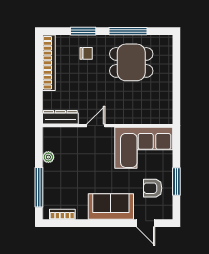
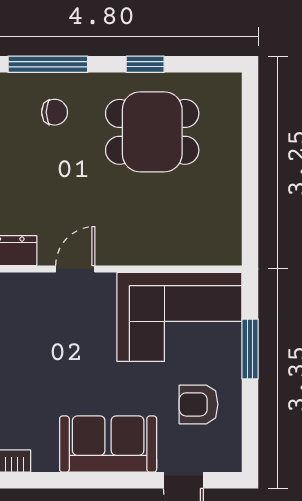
window: (83, 31) -> (48, 64), width x1.44
window: (128, 31) -> (145, 64), width x0.46
window: (176, 181) -> (250, 349), moved

